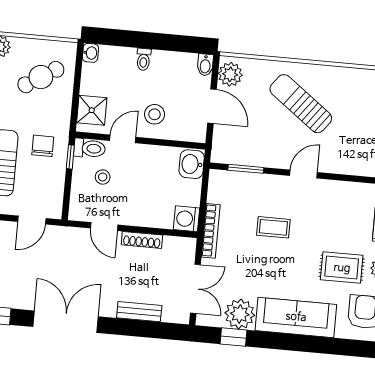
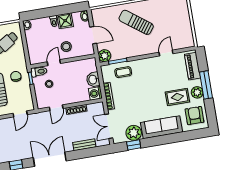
plant: (230, 74) -> (105, 56), moved
shower: (92, 110) -> (65, 21), moved
washbasin: (192, 164) -> (93, 79), moved
door: (303, 174) -> (166, 53), moved
door: (104, 227) -> (56, 108), hinge flipped
coffee table: (273, 227) -> (123, 72), moved
double door: (195, 289) -> (109, 126), swing flipped

